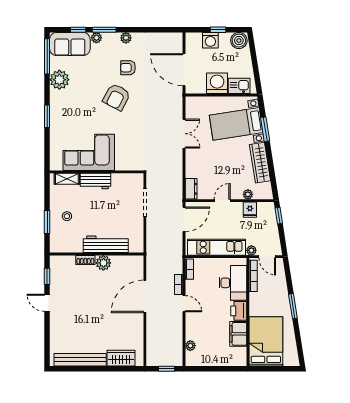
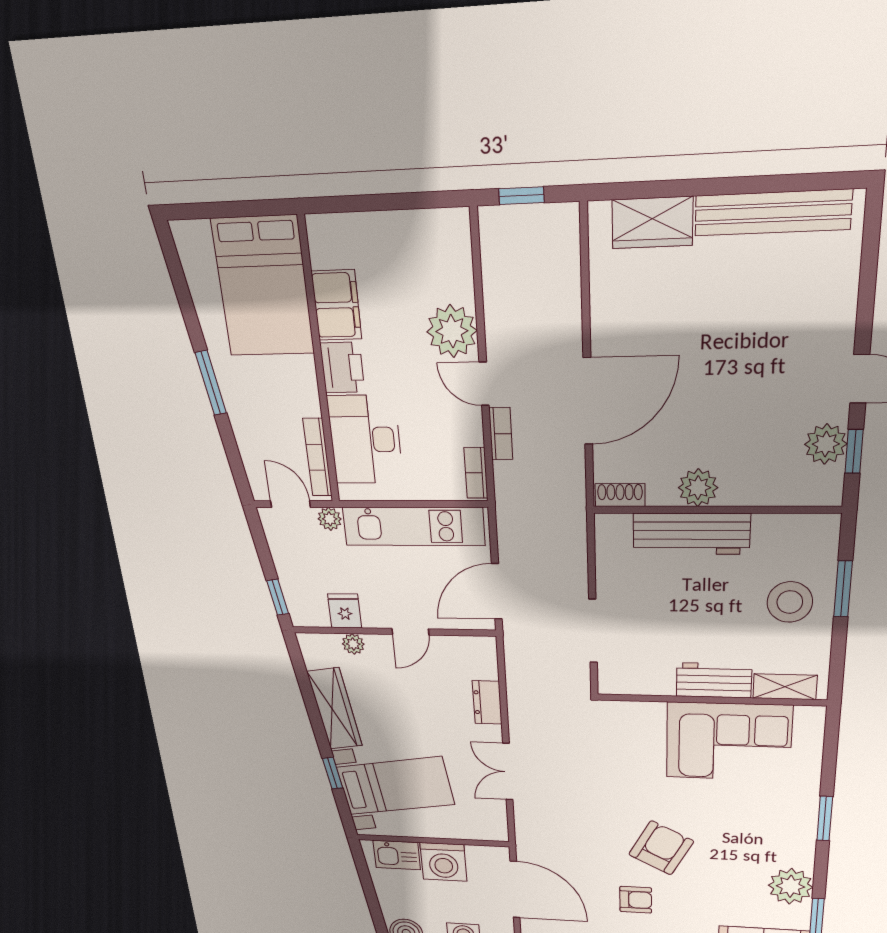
window: (265, 129) -> (333, 773), width x0.67
dresser: (191, 189) -> (487, 702), moved
stool: (67, 216) -> (790, 602), width x1.89, depth x1.89
shoe rack: (85, 260) -> (620, 495), moved
plant: (57, 279) -> (826, 444), added
plant: (190, 346) -> (452, 331), moved, width x1.88, depth x1.88

